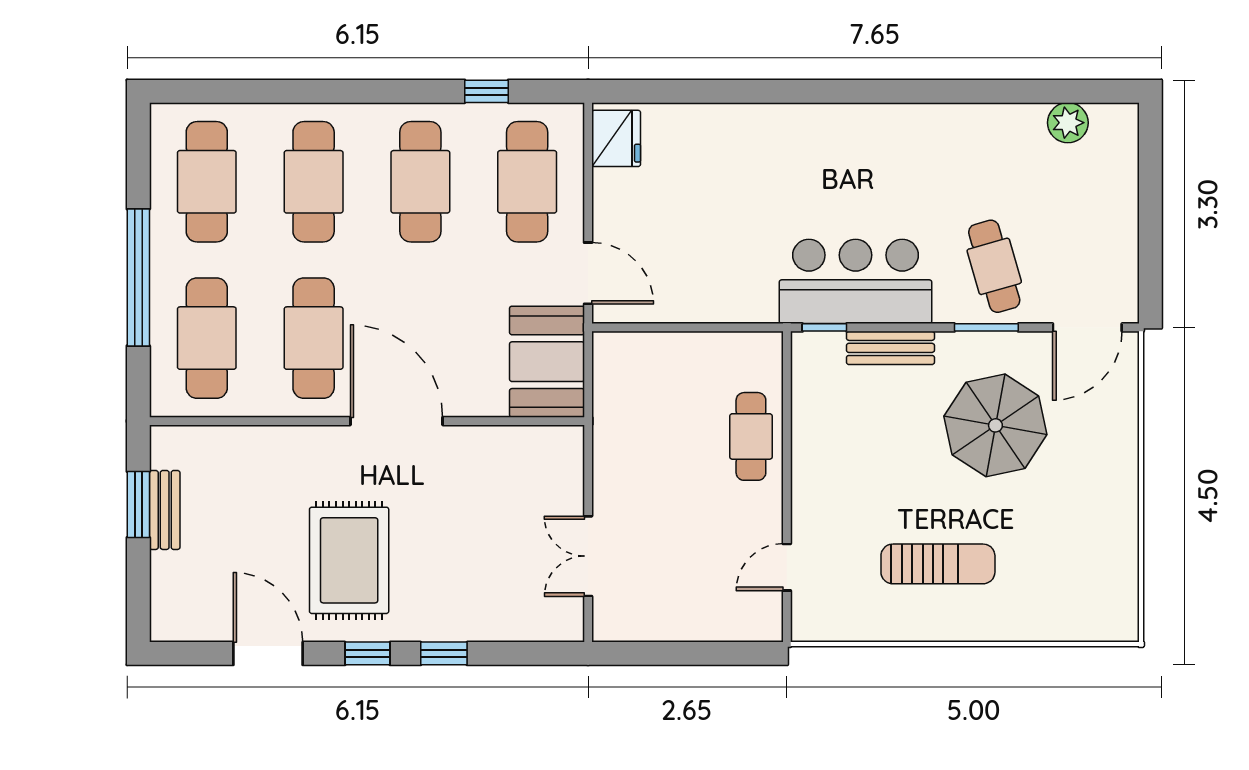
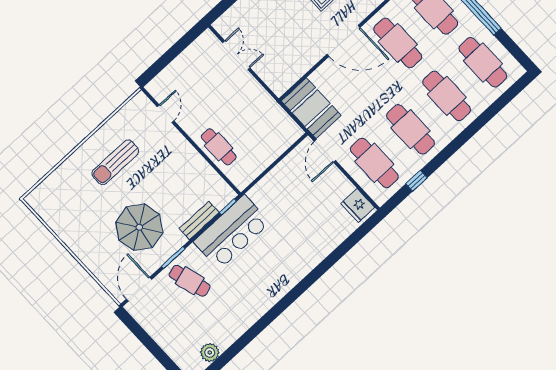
door: (588, 273) -> (325, 151), hinge flipped

